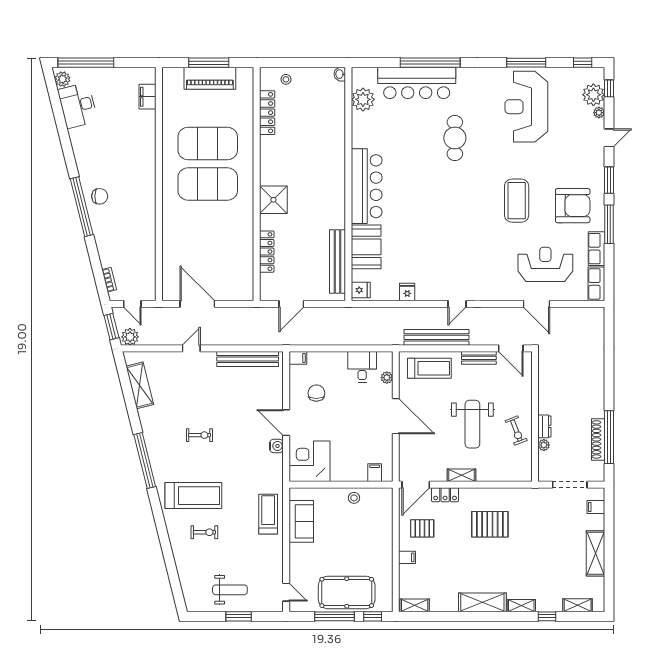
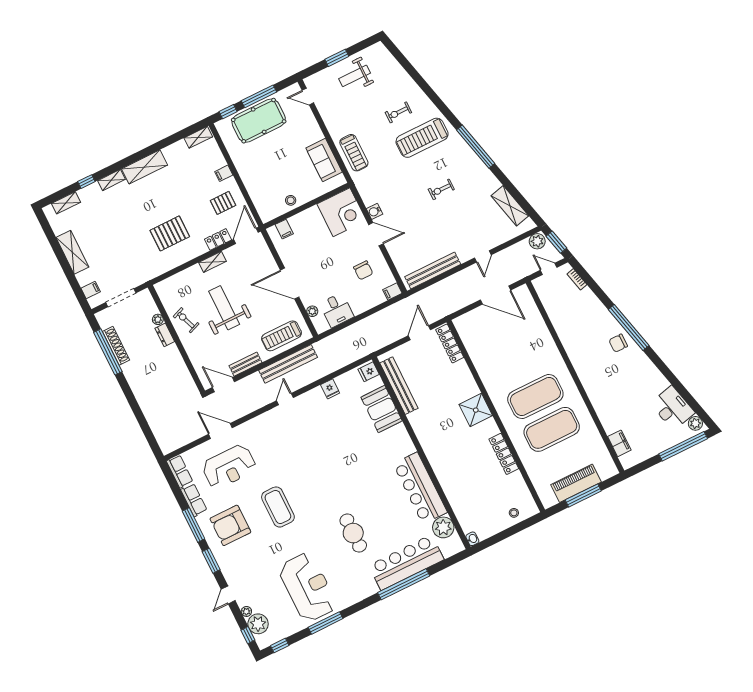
locker: (267, 113) -> (504, 454), moved
bar counter: (367, 186) -> (420, 488), moved
locker: (267, 252) -> (450, 344), moved

